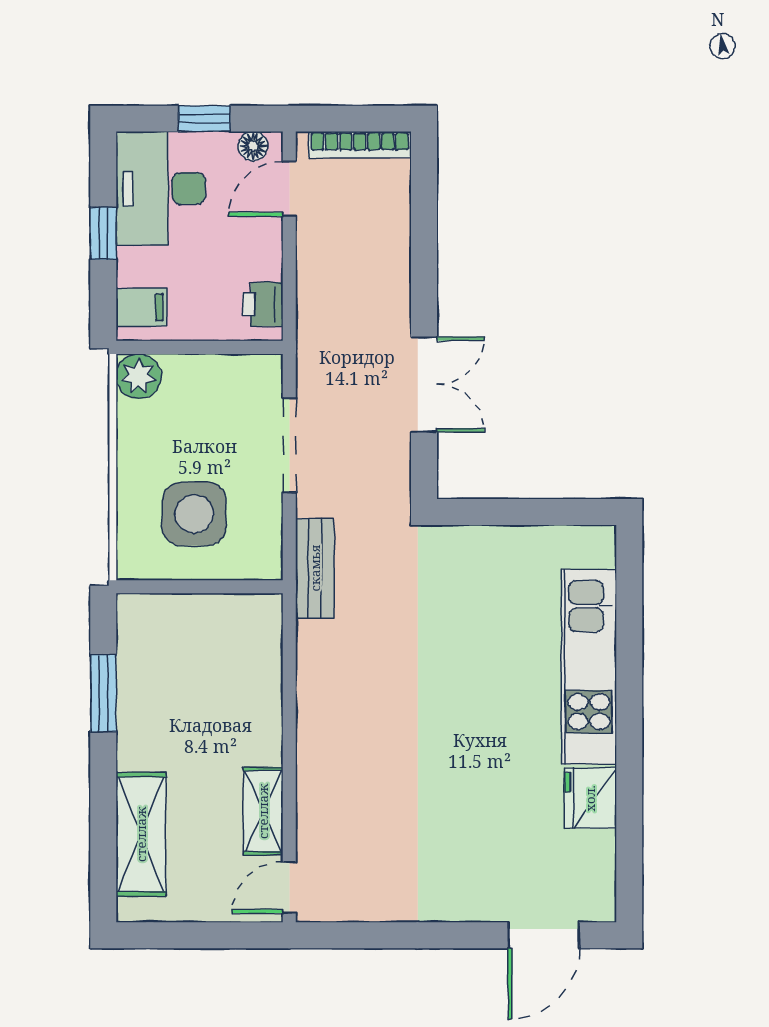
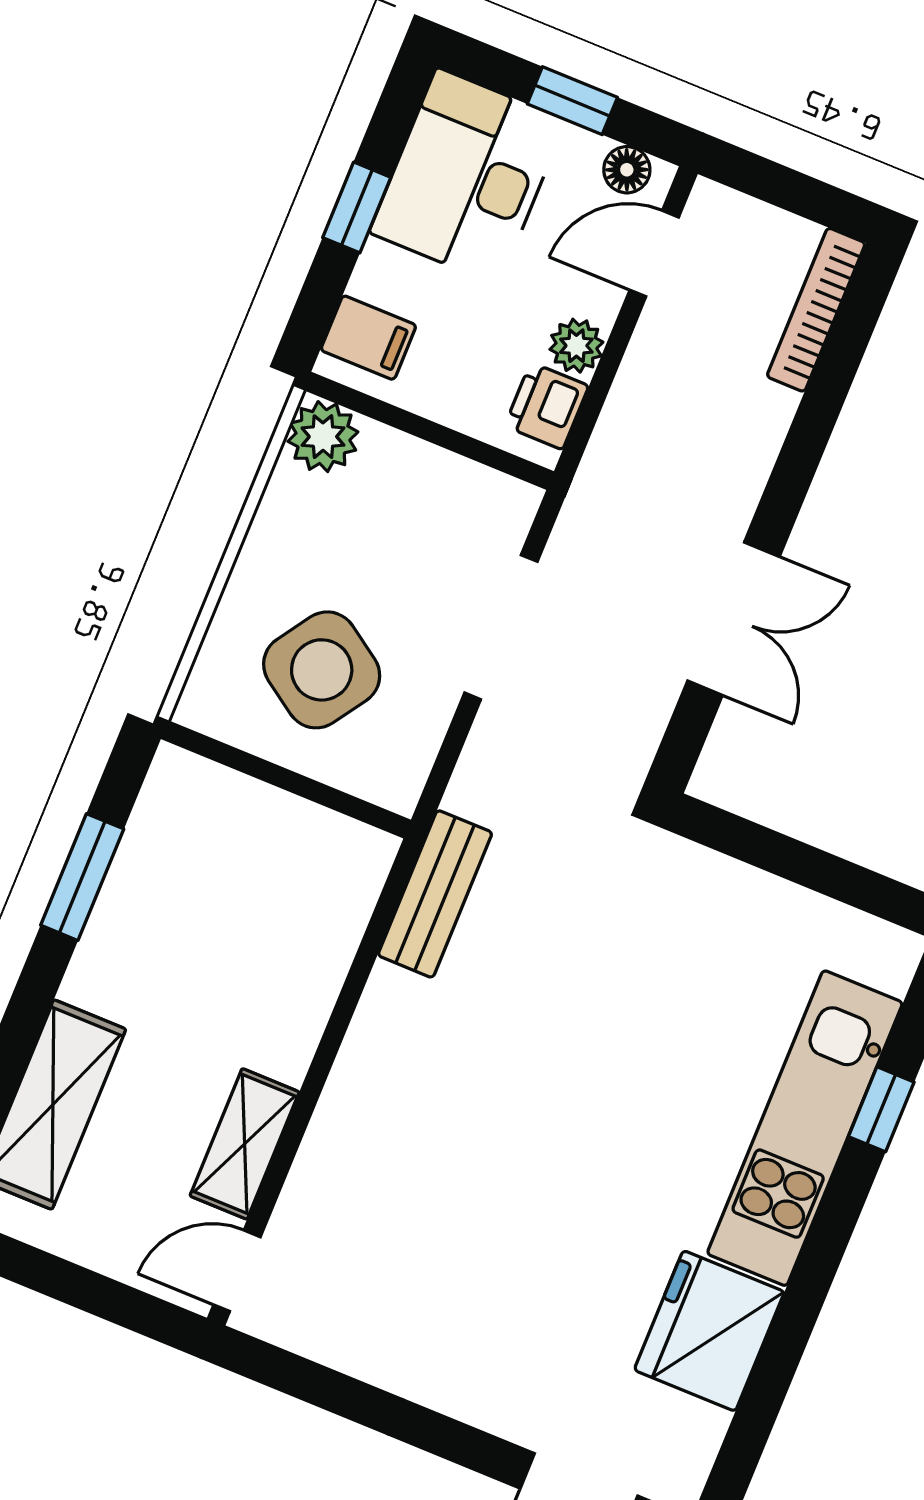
bookcase: (360, 145) -> (816, 310), moved, turned 90
plant: (266, 262) -> (576, 346), added
side table: (194, 514) -> (322, 670), turned 34
bench: (315, 568) -> (435, 894), moved
window: (629, 637) -> (881, 1109), added
fridge: (590, 798) -> (709, 1331), width x1.36, depth x1.34

